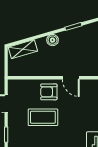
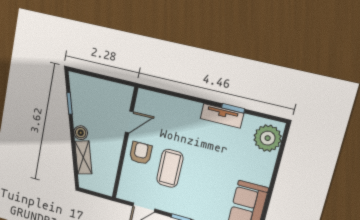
shelving: (23, 49) -> (83, 158), moved
armchair: (49, 92) -> (141, 153), turned 180

